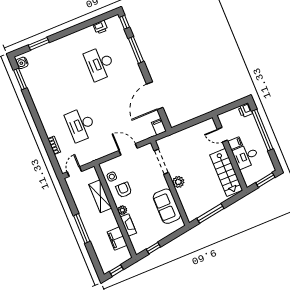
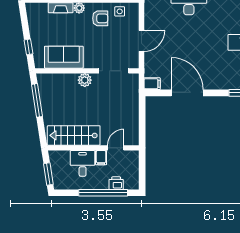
printer: (245, 110) -> (116, 183), moved
window: (153, 248) -> (29, 47), moved

